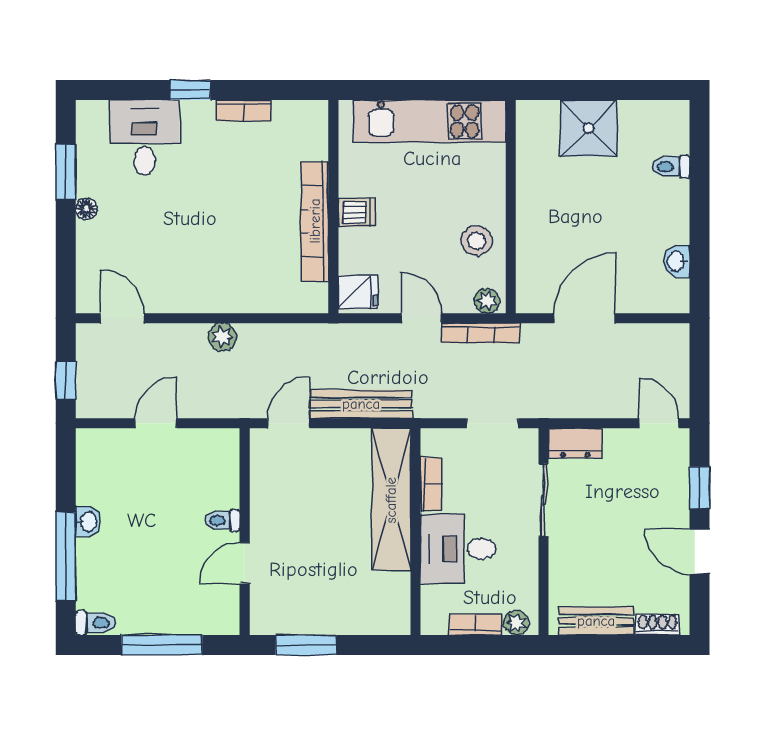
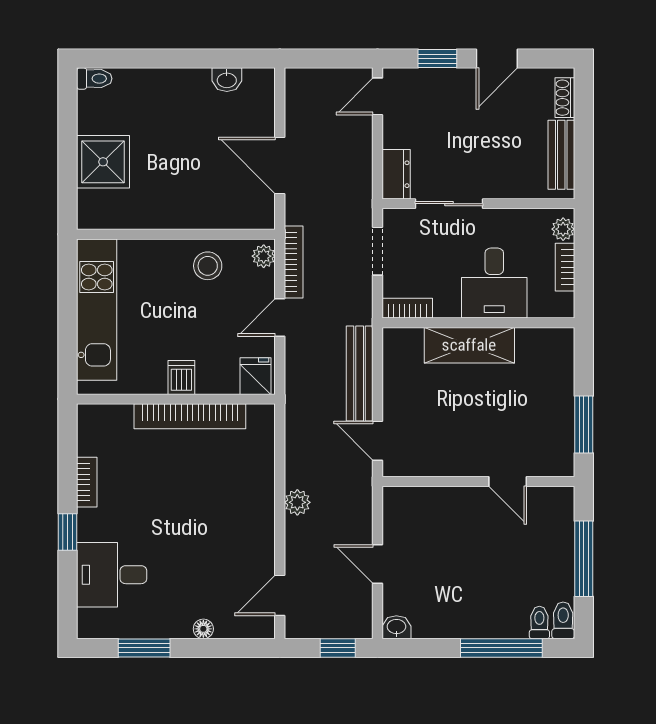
toilet: (671, 167) -> (94, 79), moved, turned -90
floor lamp: (86, 209) -> (203, 629), moved
bookcase: (431, 484) -> (407, 308), moved
shelving: (391, 500) -> (469, 345), width x0.68
toilet: (222, 520) -> (539, 623), moved, turned 180
washbasin: (88, 522) -> (396, 627), moved

